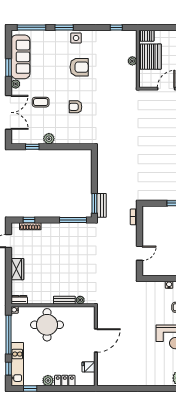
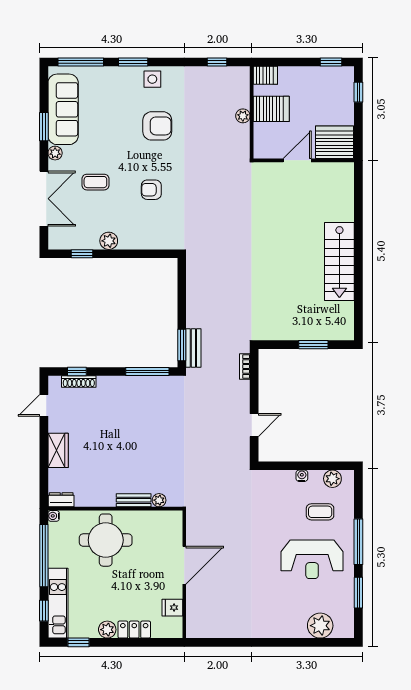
server rack: (150, 57) -> (271, 109), width x0.62

